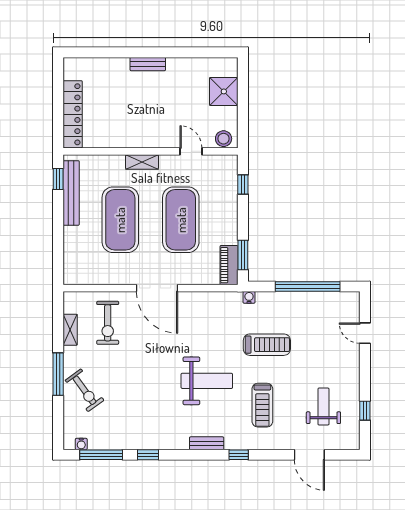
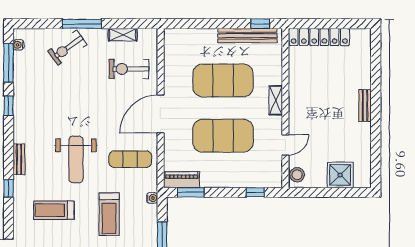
exercise mat: (207, 321) -> (130, 159), added

